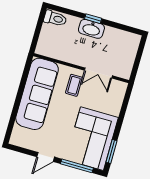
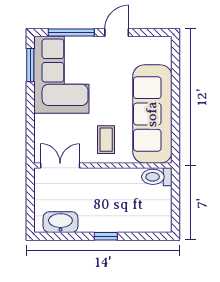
toilet: (55, 18) -> (157, 177), moved
washbasin: (91, 29) -> (60, 222), moved
double door: (98, 73) -> (60, 165), moved

